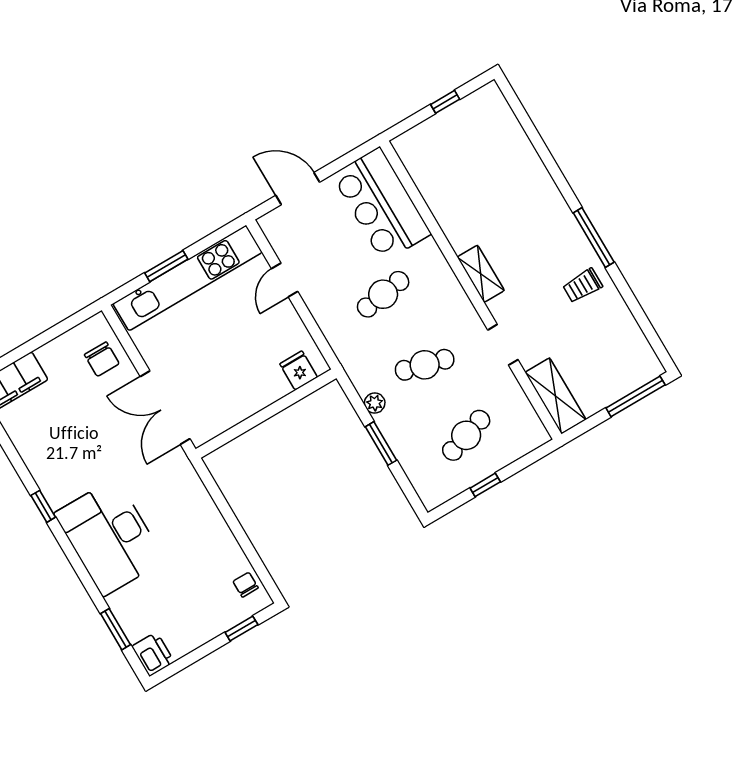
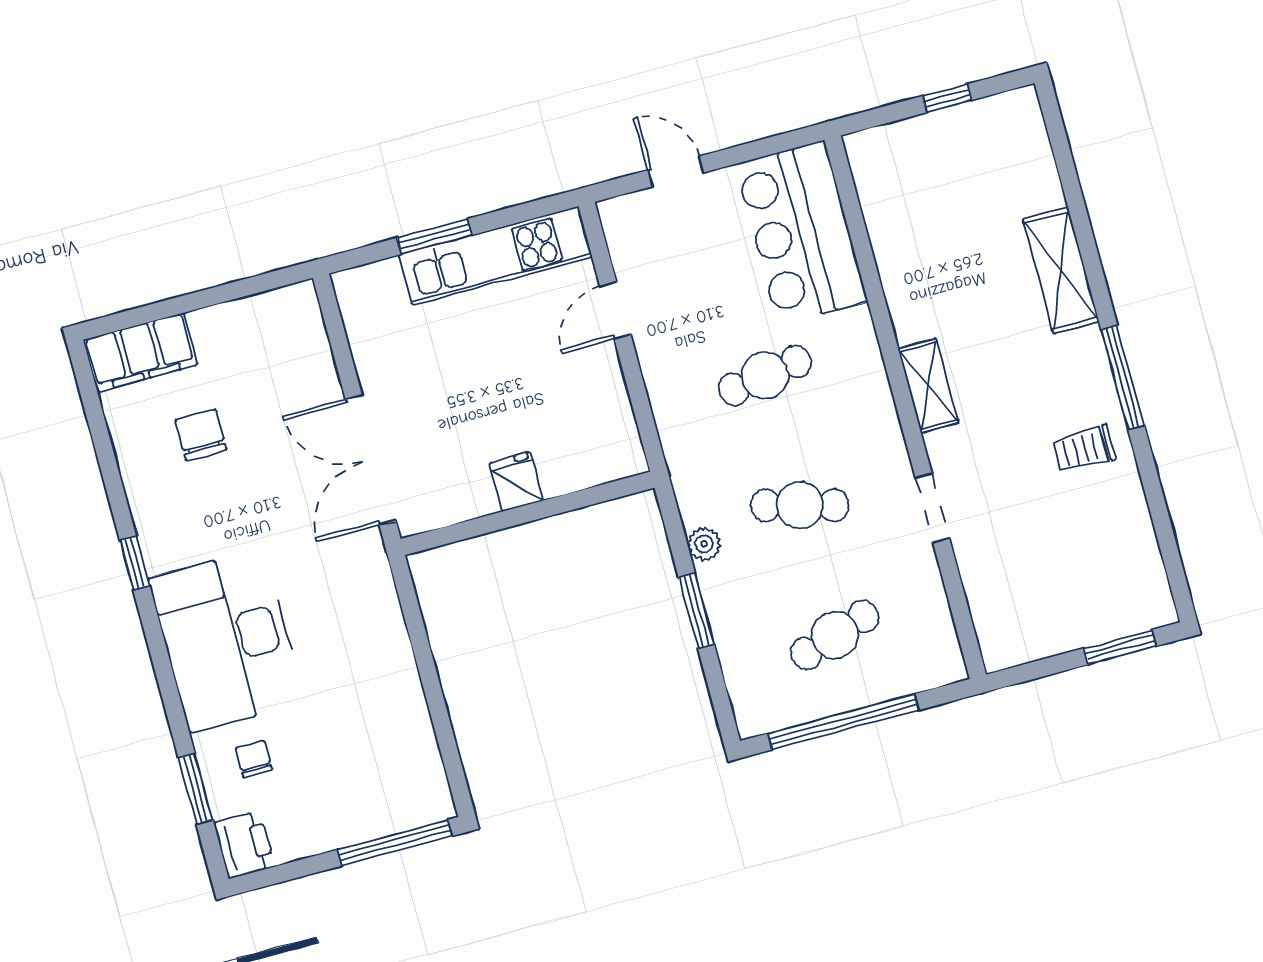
door: (298, 189) -> (676, 171), width x0.73
kitchen unit: (188, 278) -> (495, 256), width x0.73
chair: (102, 359) -> (201, 435), moved, turned 180
fridge: (299, 371) -> (516, 482), moved
shelving: (556, 396) -> (1061, 270), moved
window: (636, 396) -> (1120, 647), width x0.69
window: (485, 485) -> (843, 722), width x3.17
chair: (246, 585) -> (254, 759), moved
window: (241, 629) -> (395, 843), width x2.17

